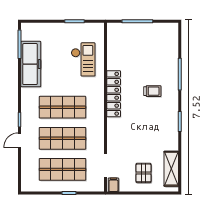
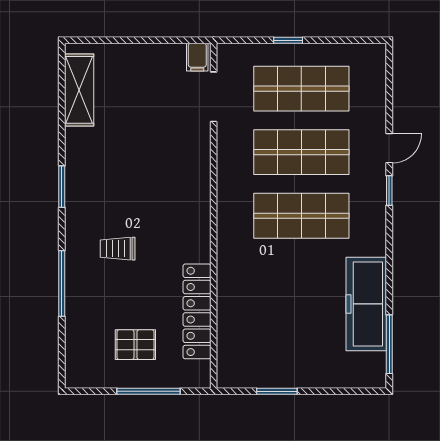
checkout: (83, 59) -> (259, 313), removed
locker: (114, 94) -> (197, 311), moved
pallet: (144, 173) -> (135, 345), moved, turned 90

